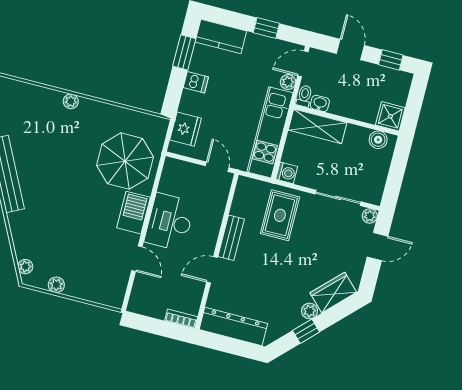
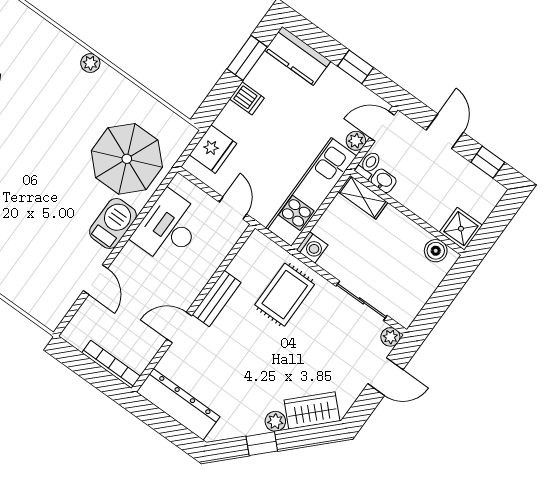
shelving: (318, 126) -> (363, 197), width x0.67, depth x0.75
desk: (170, 222) -> (168, 228), moved
bookcase: (181, 319) -> (111, 364), width x1.56

